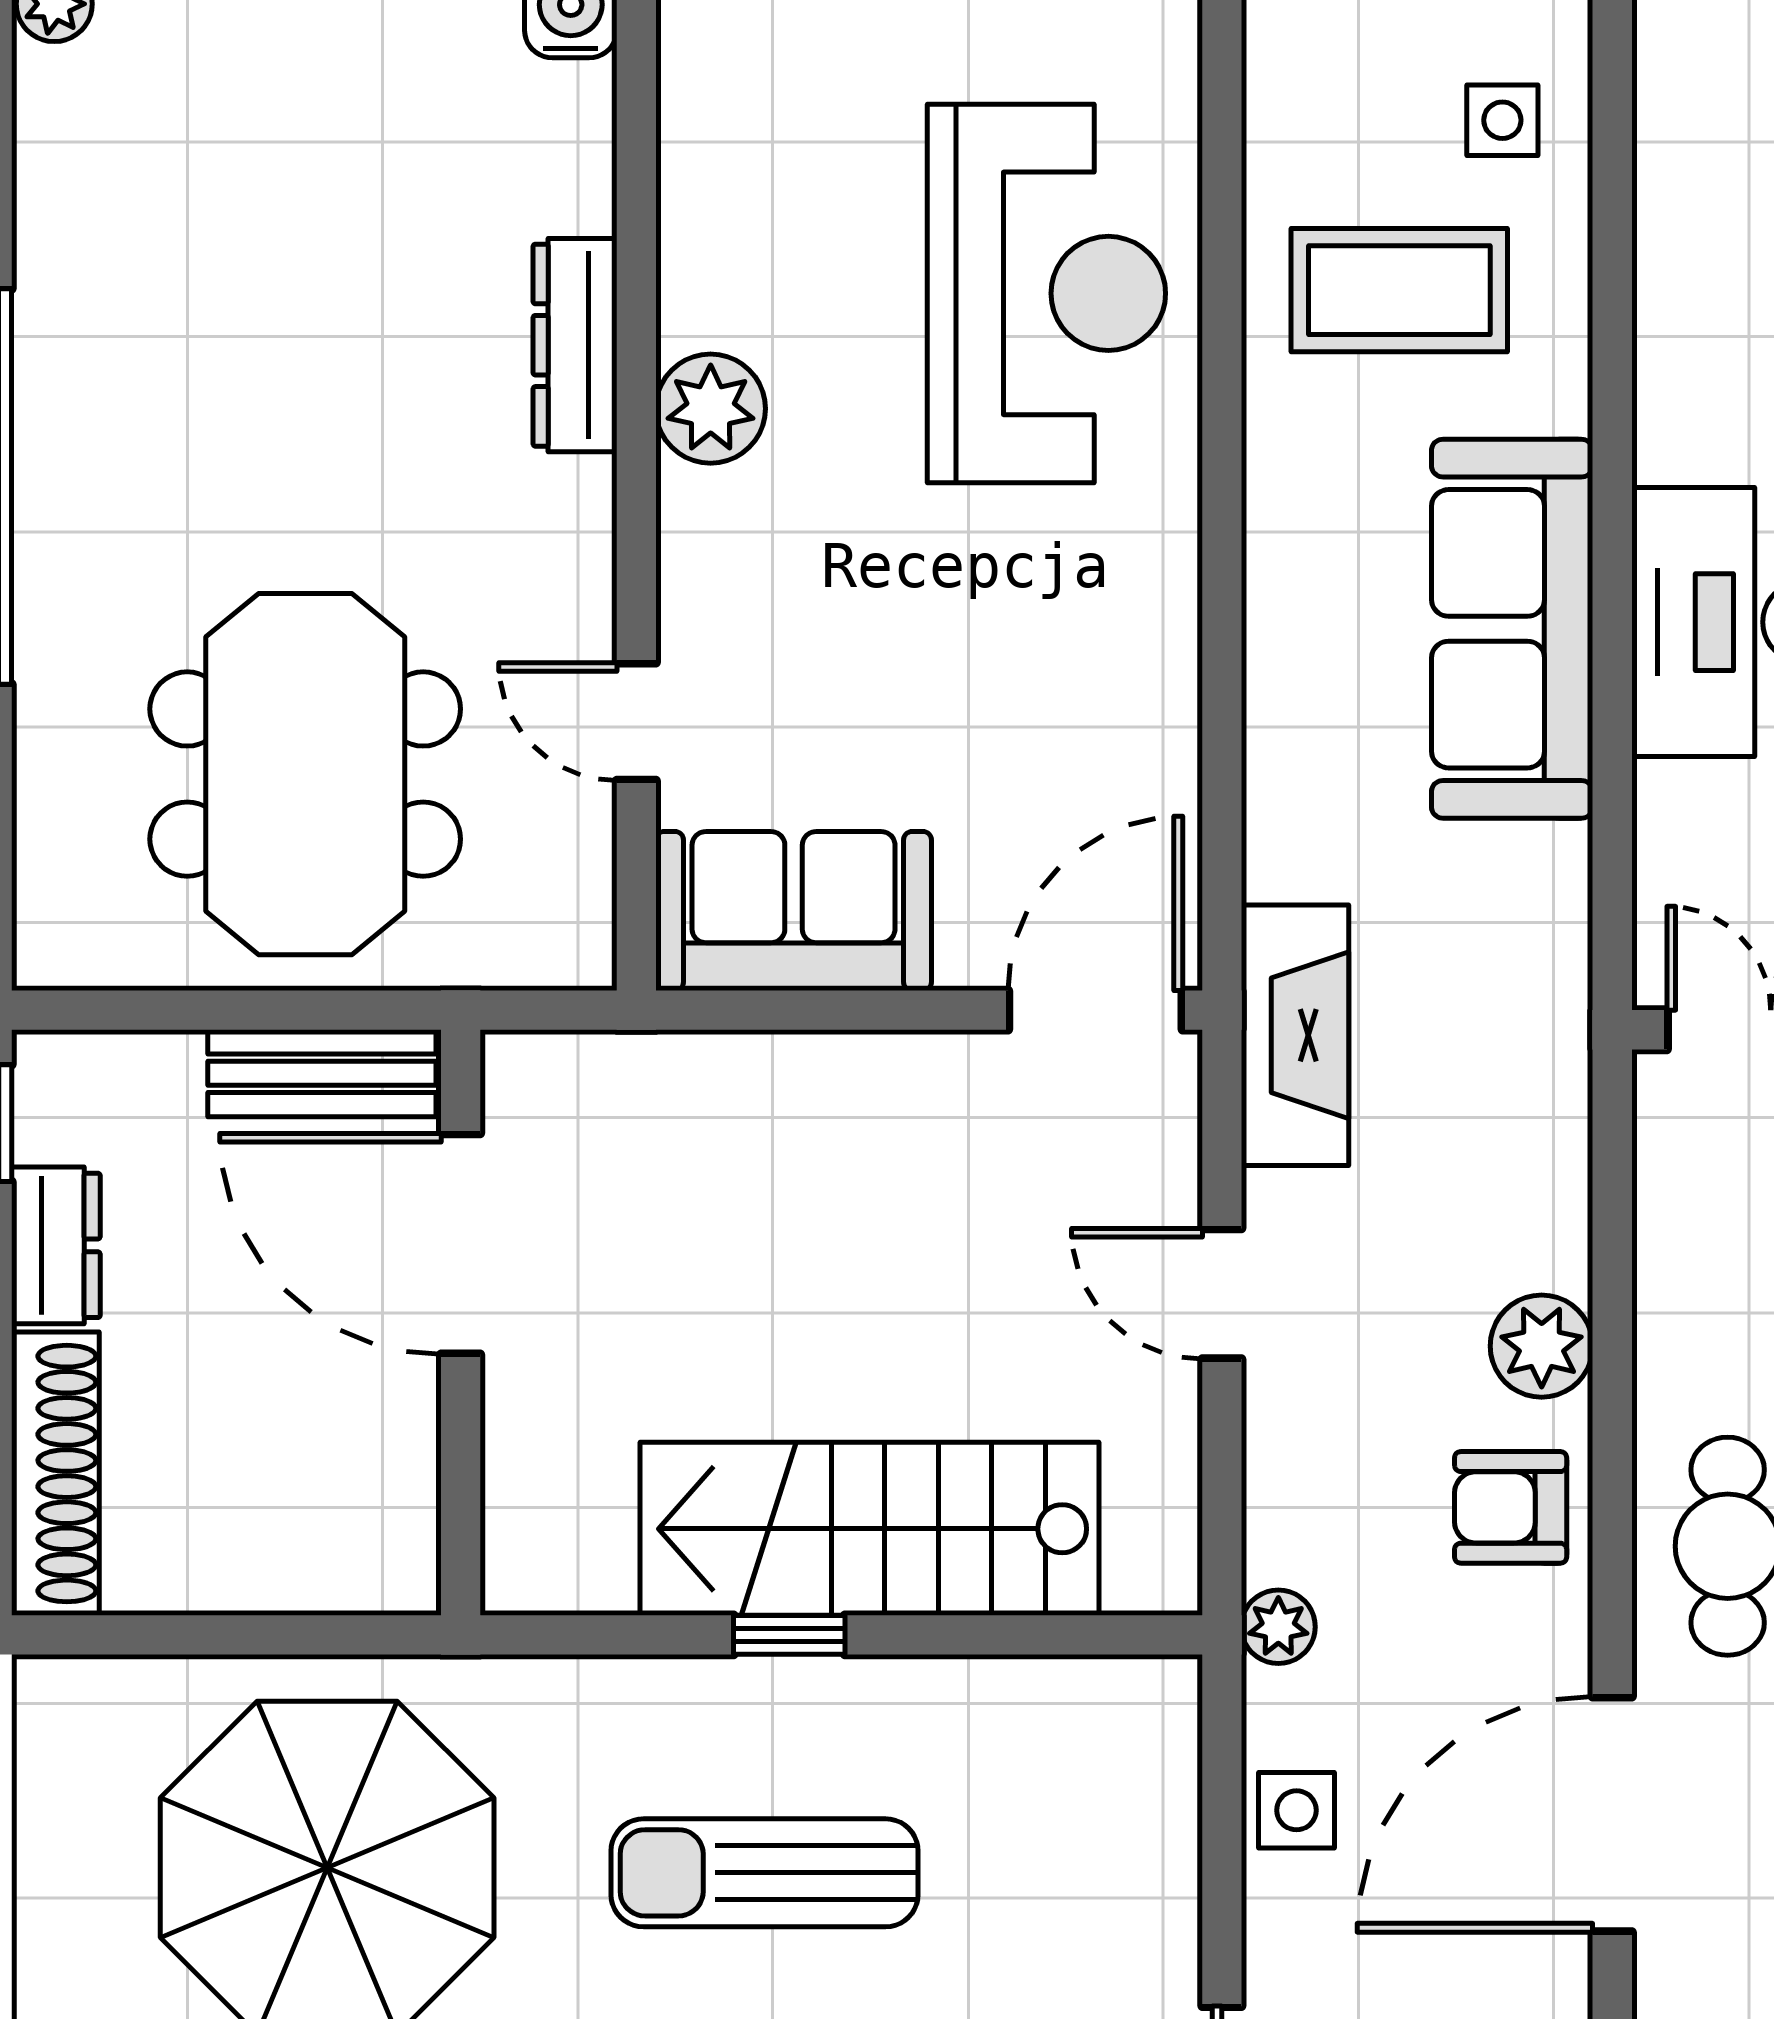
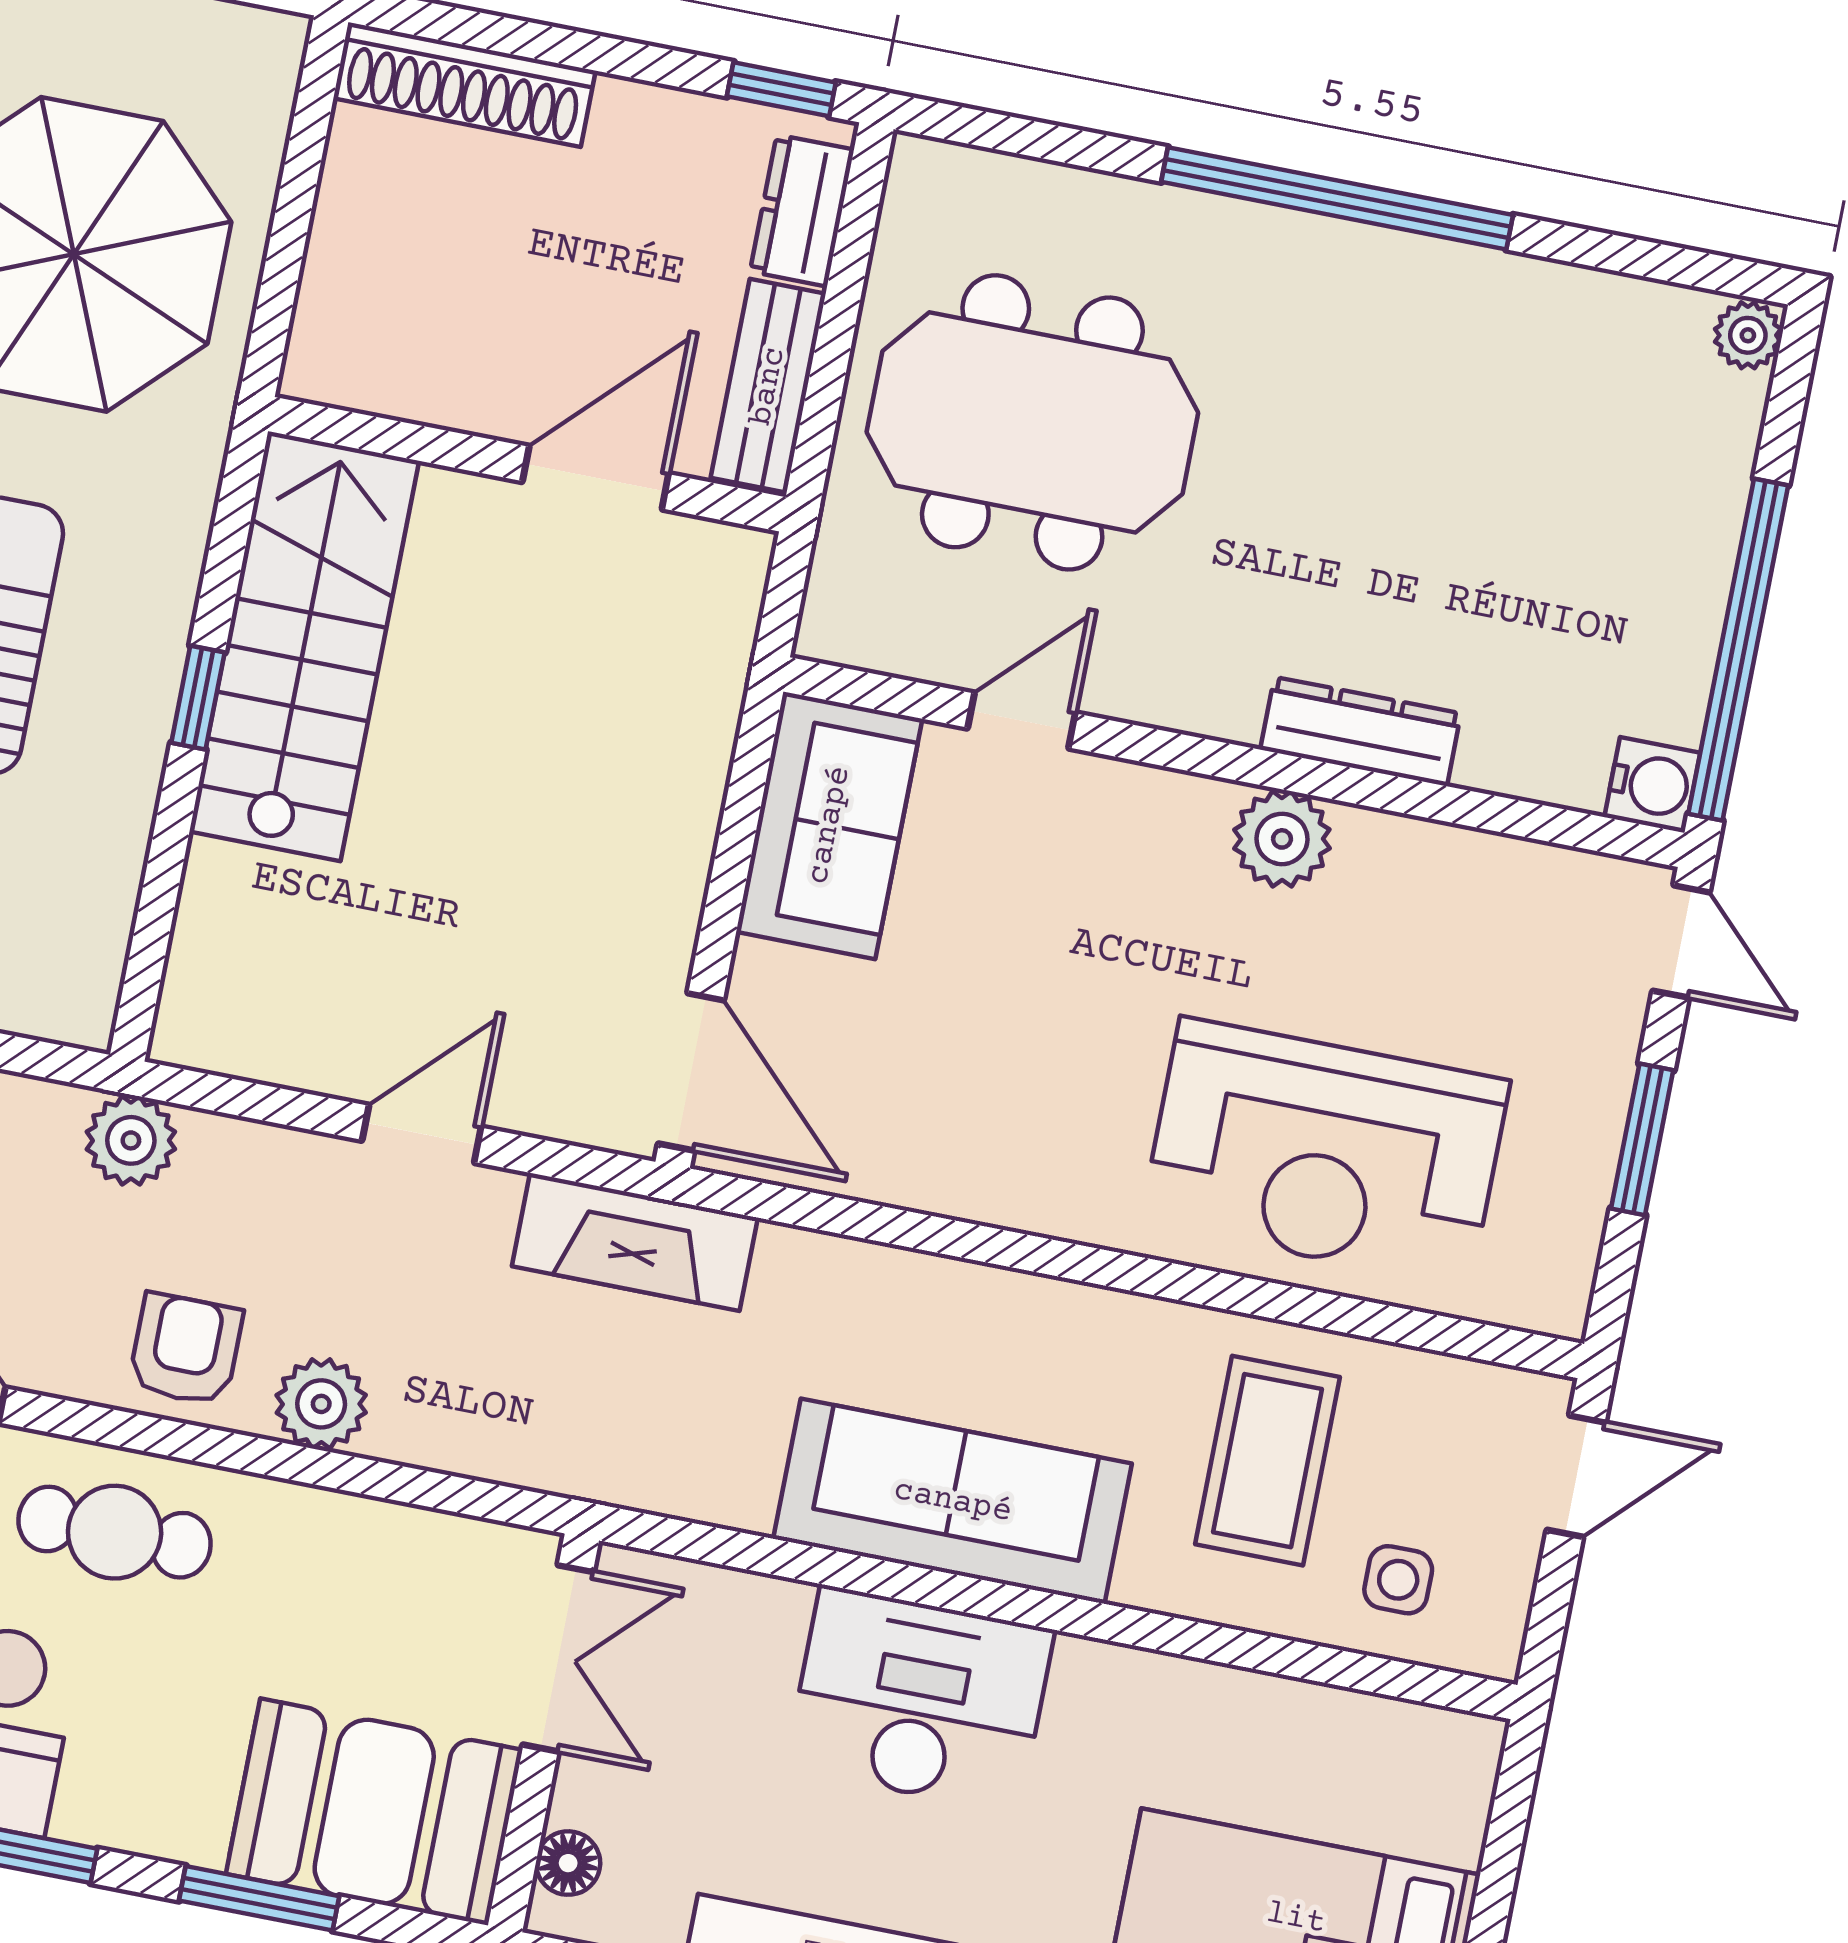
door: (461, 1244) -> (596, 478), width x0.73
dresser: (56, 1245) -> (802, 211), moved, turned 90
stairs: (870, 1529) -> (304, 646), moved
plant: (1278, 1627) -> (131, 1140), width x1.38, depth x1.38

